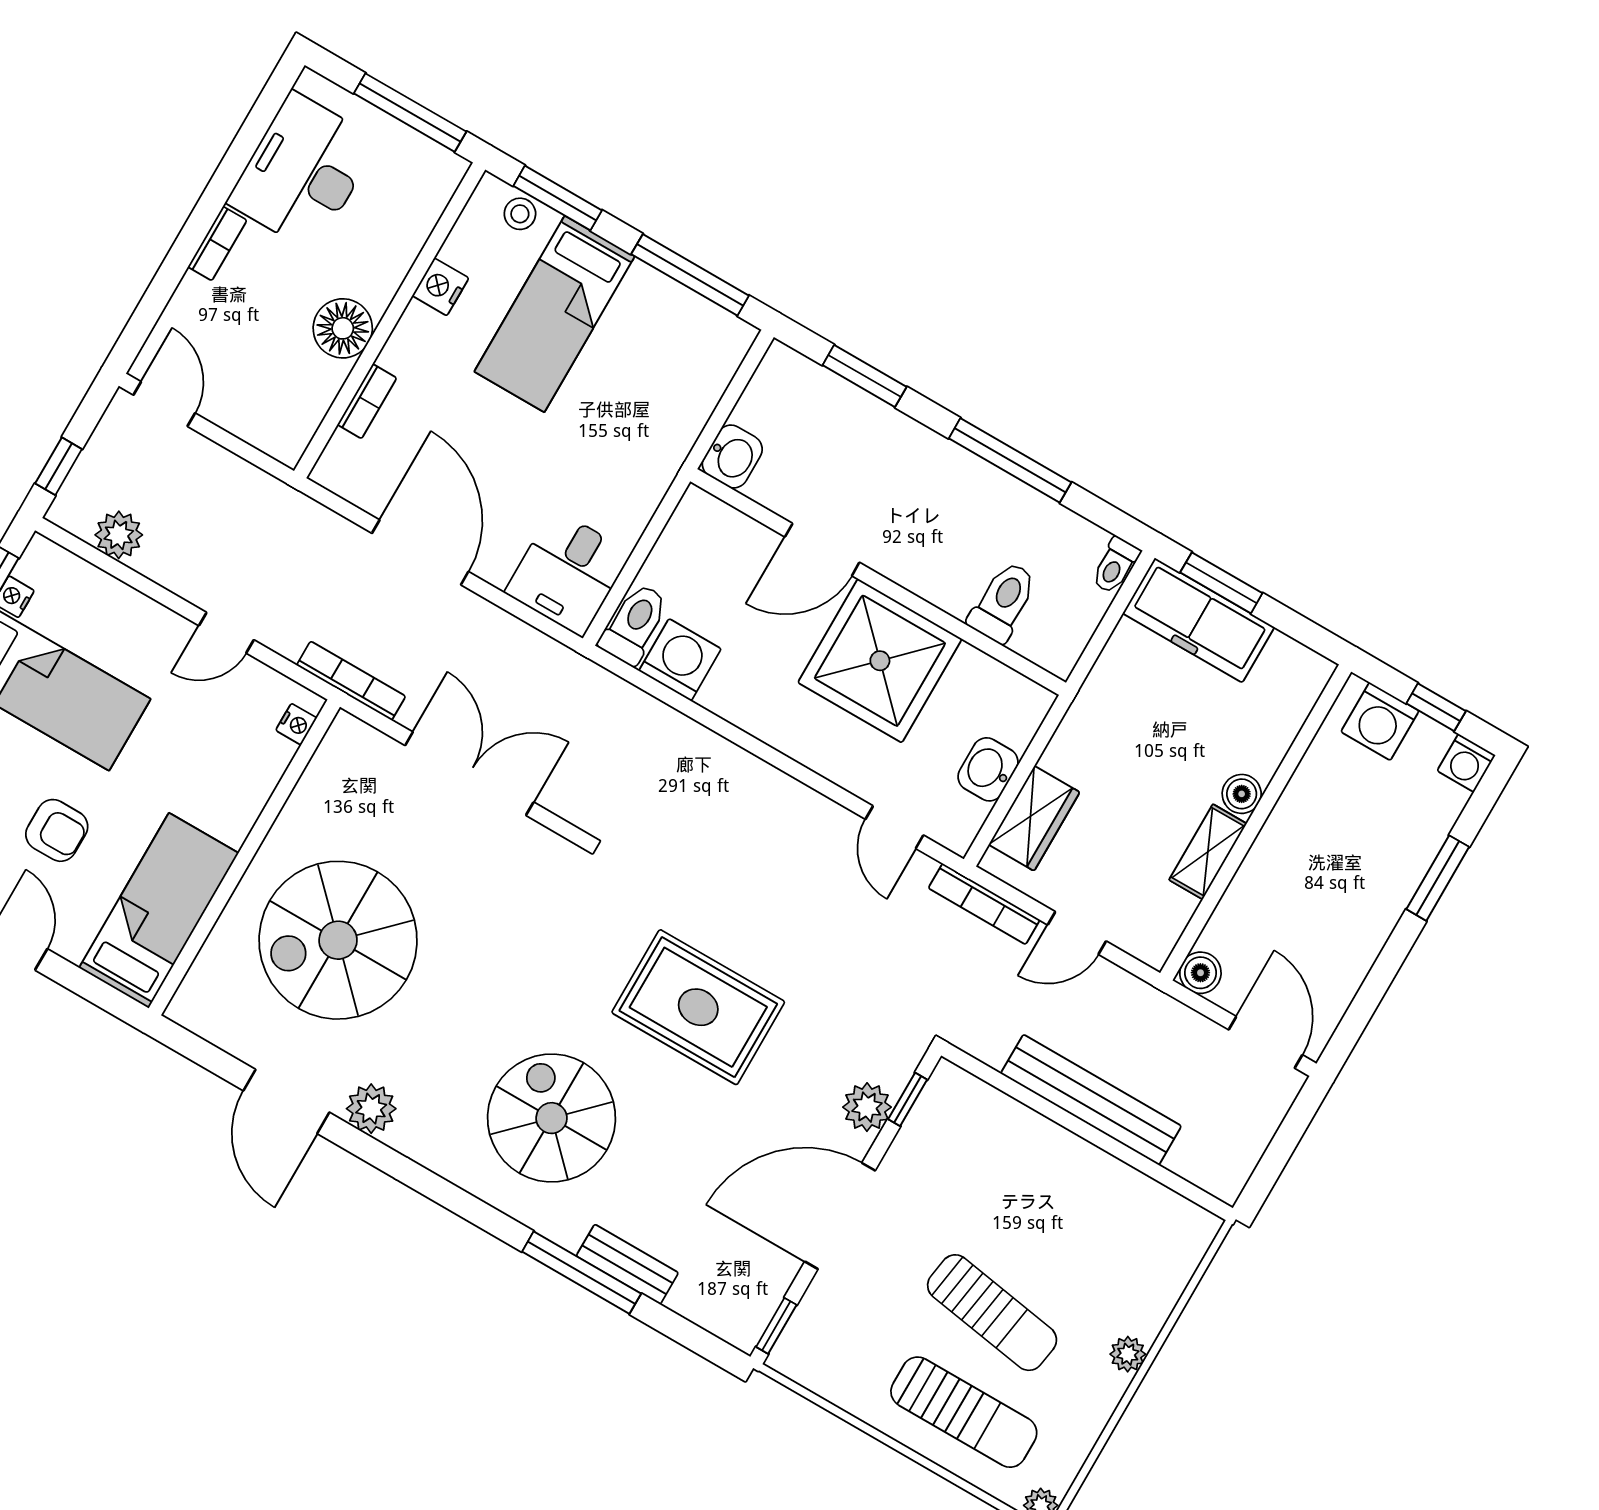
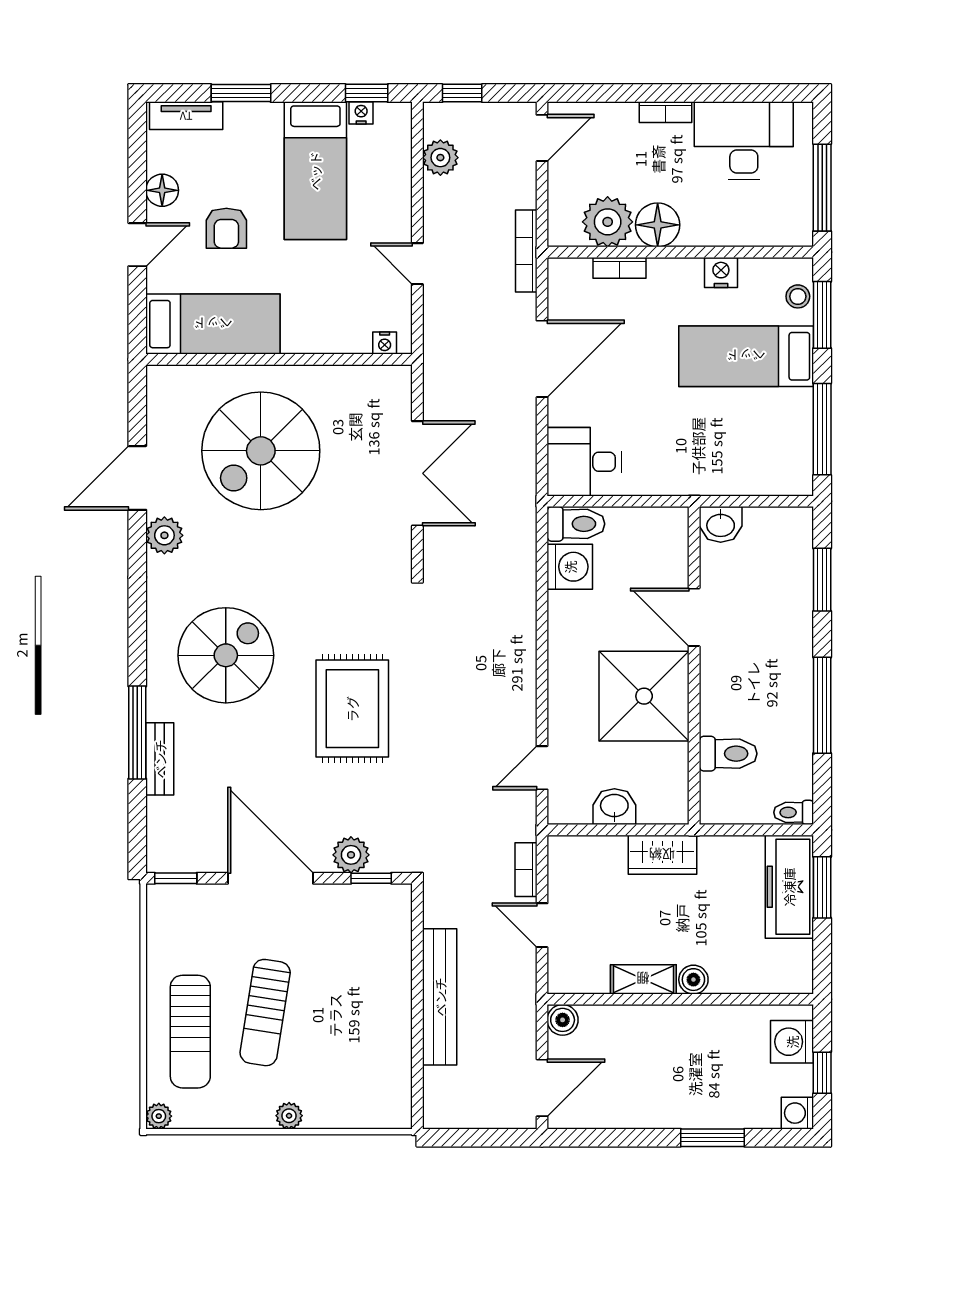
plant: (306, 384) -> (608, 222), added
bookcase: (351, 681) -> (526, 251), moved, turned 180
wardrobe: (1034, 818) -> (662, 855), moved
bookcase: (984, 904) -> (526, 870), width x0.64
spiral stairs: (338, 940) -> (261, 451), turned -90

